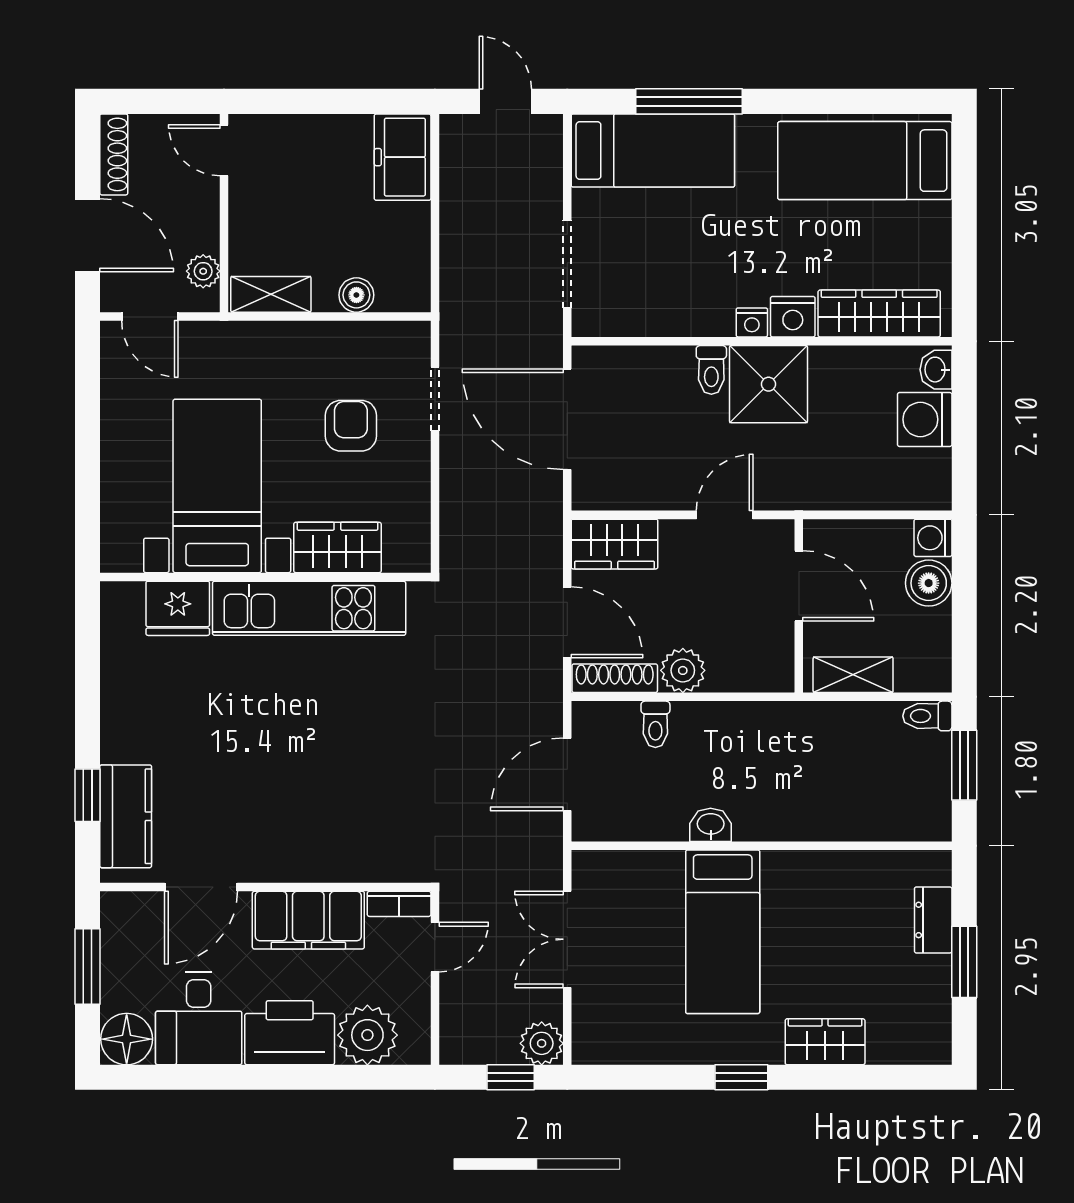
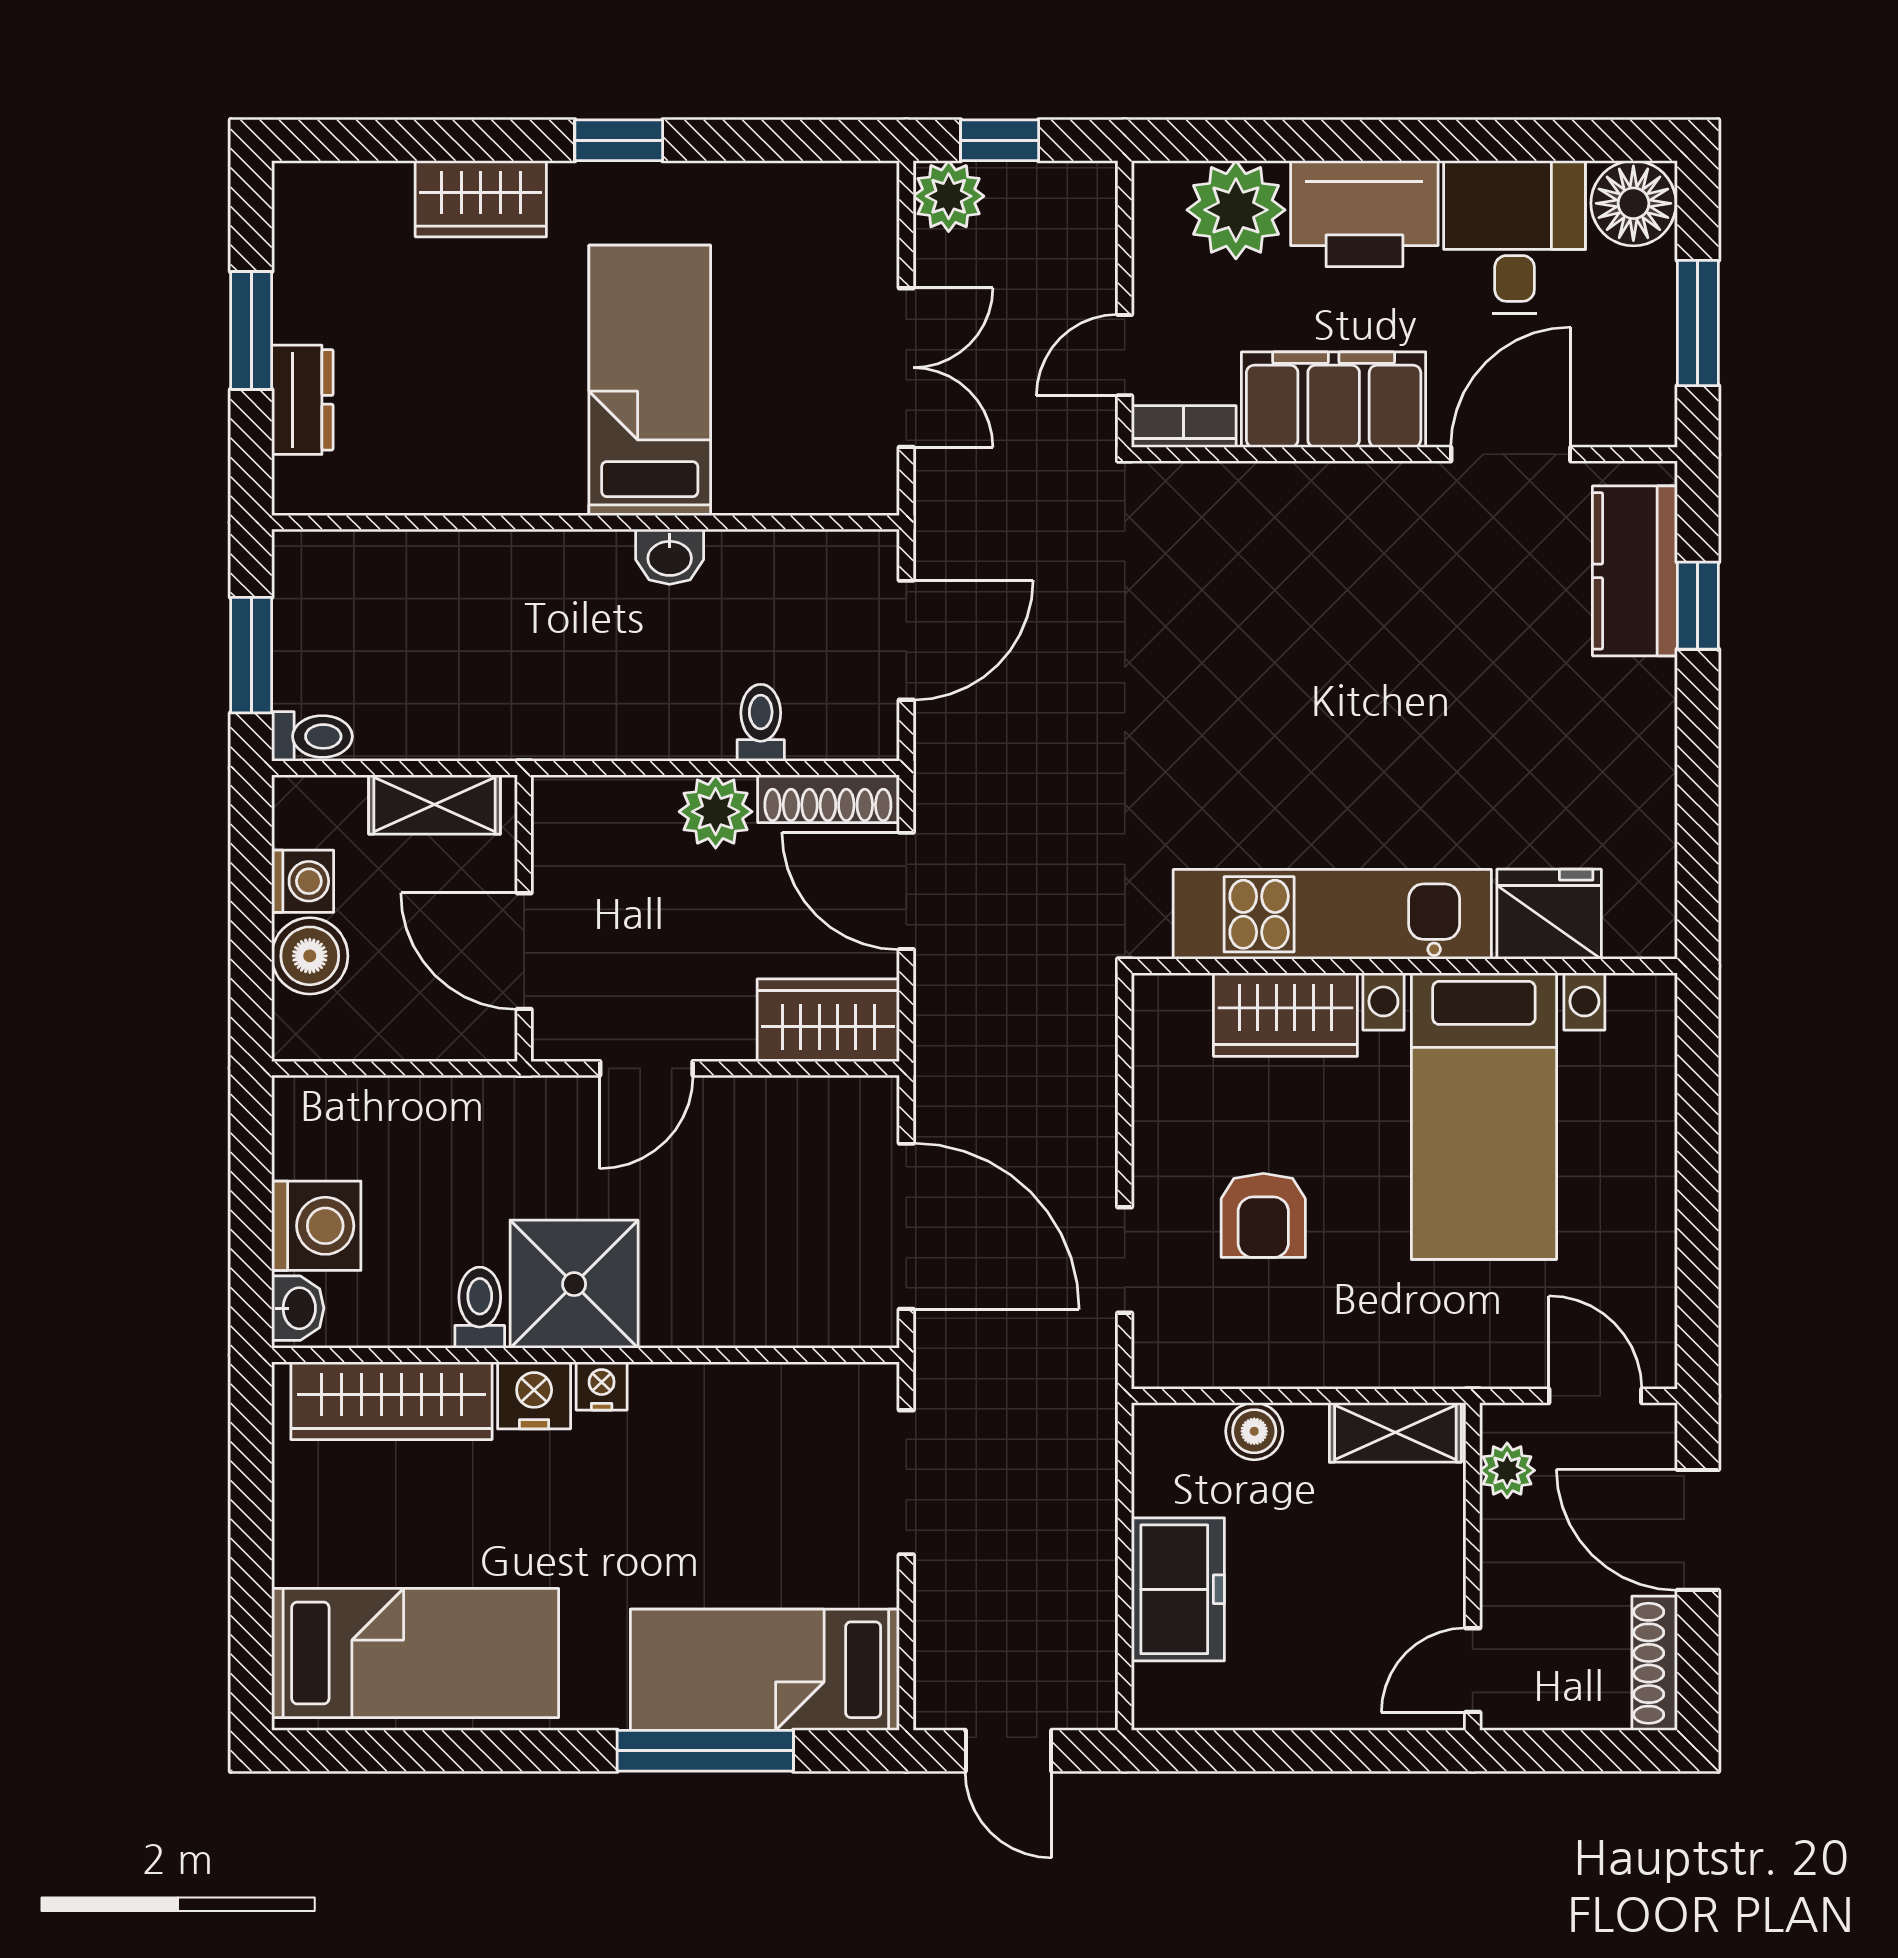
door: (224, 150) -> (1473, 1670), swing flipped
freezer: (403, 157) -> (1178, 1589), moved
toilet: (711, 370) -> (480, 1308), moved
washing machine: (933, 538) -> (303, 881), moved

